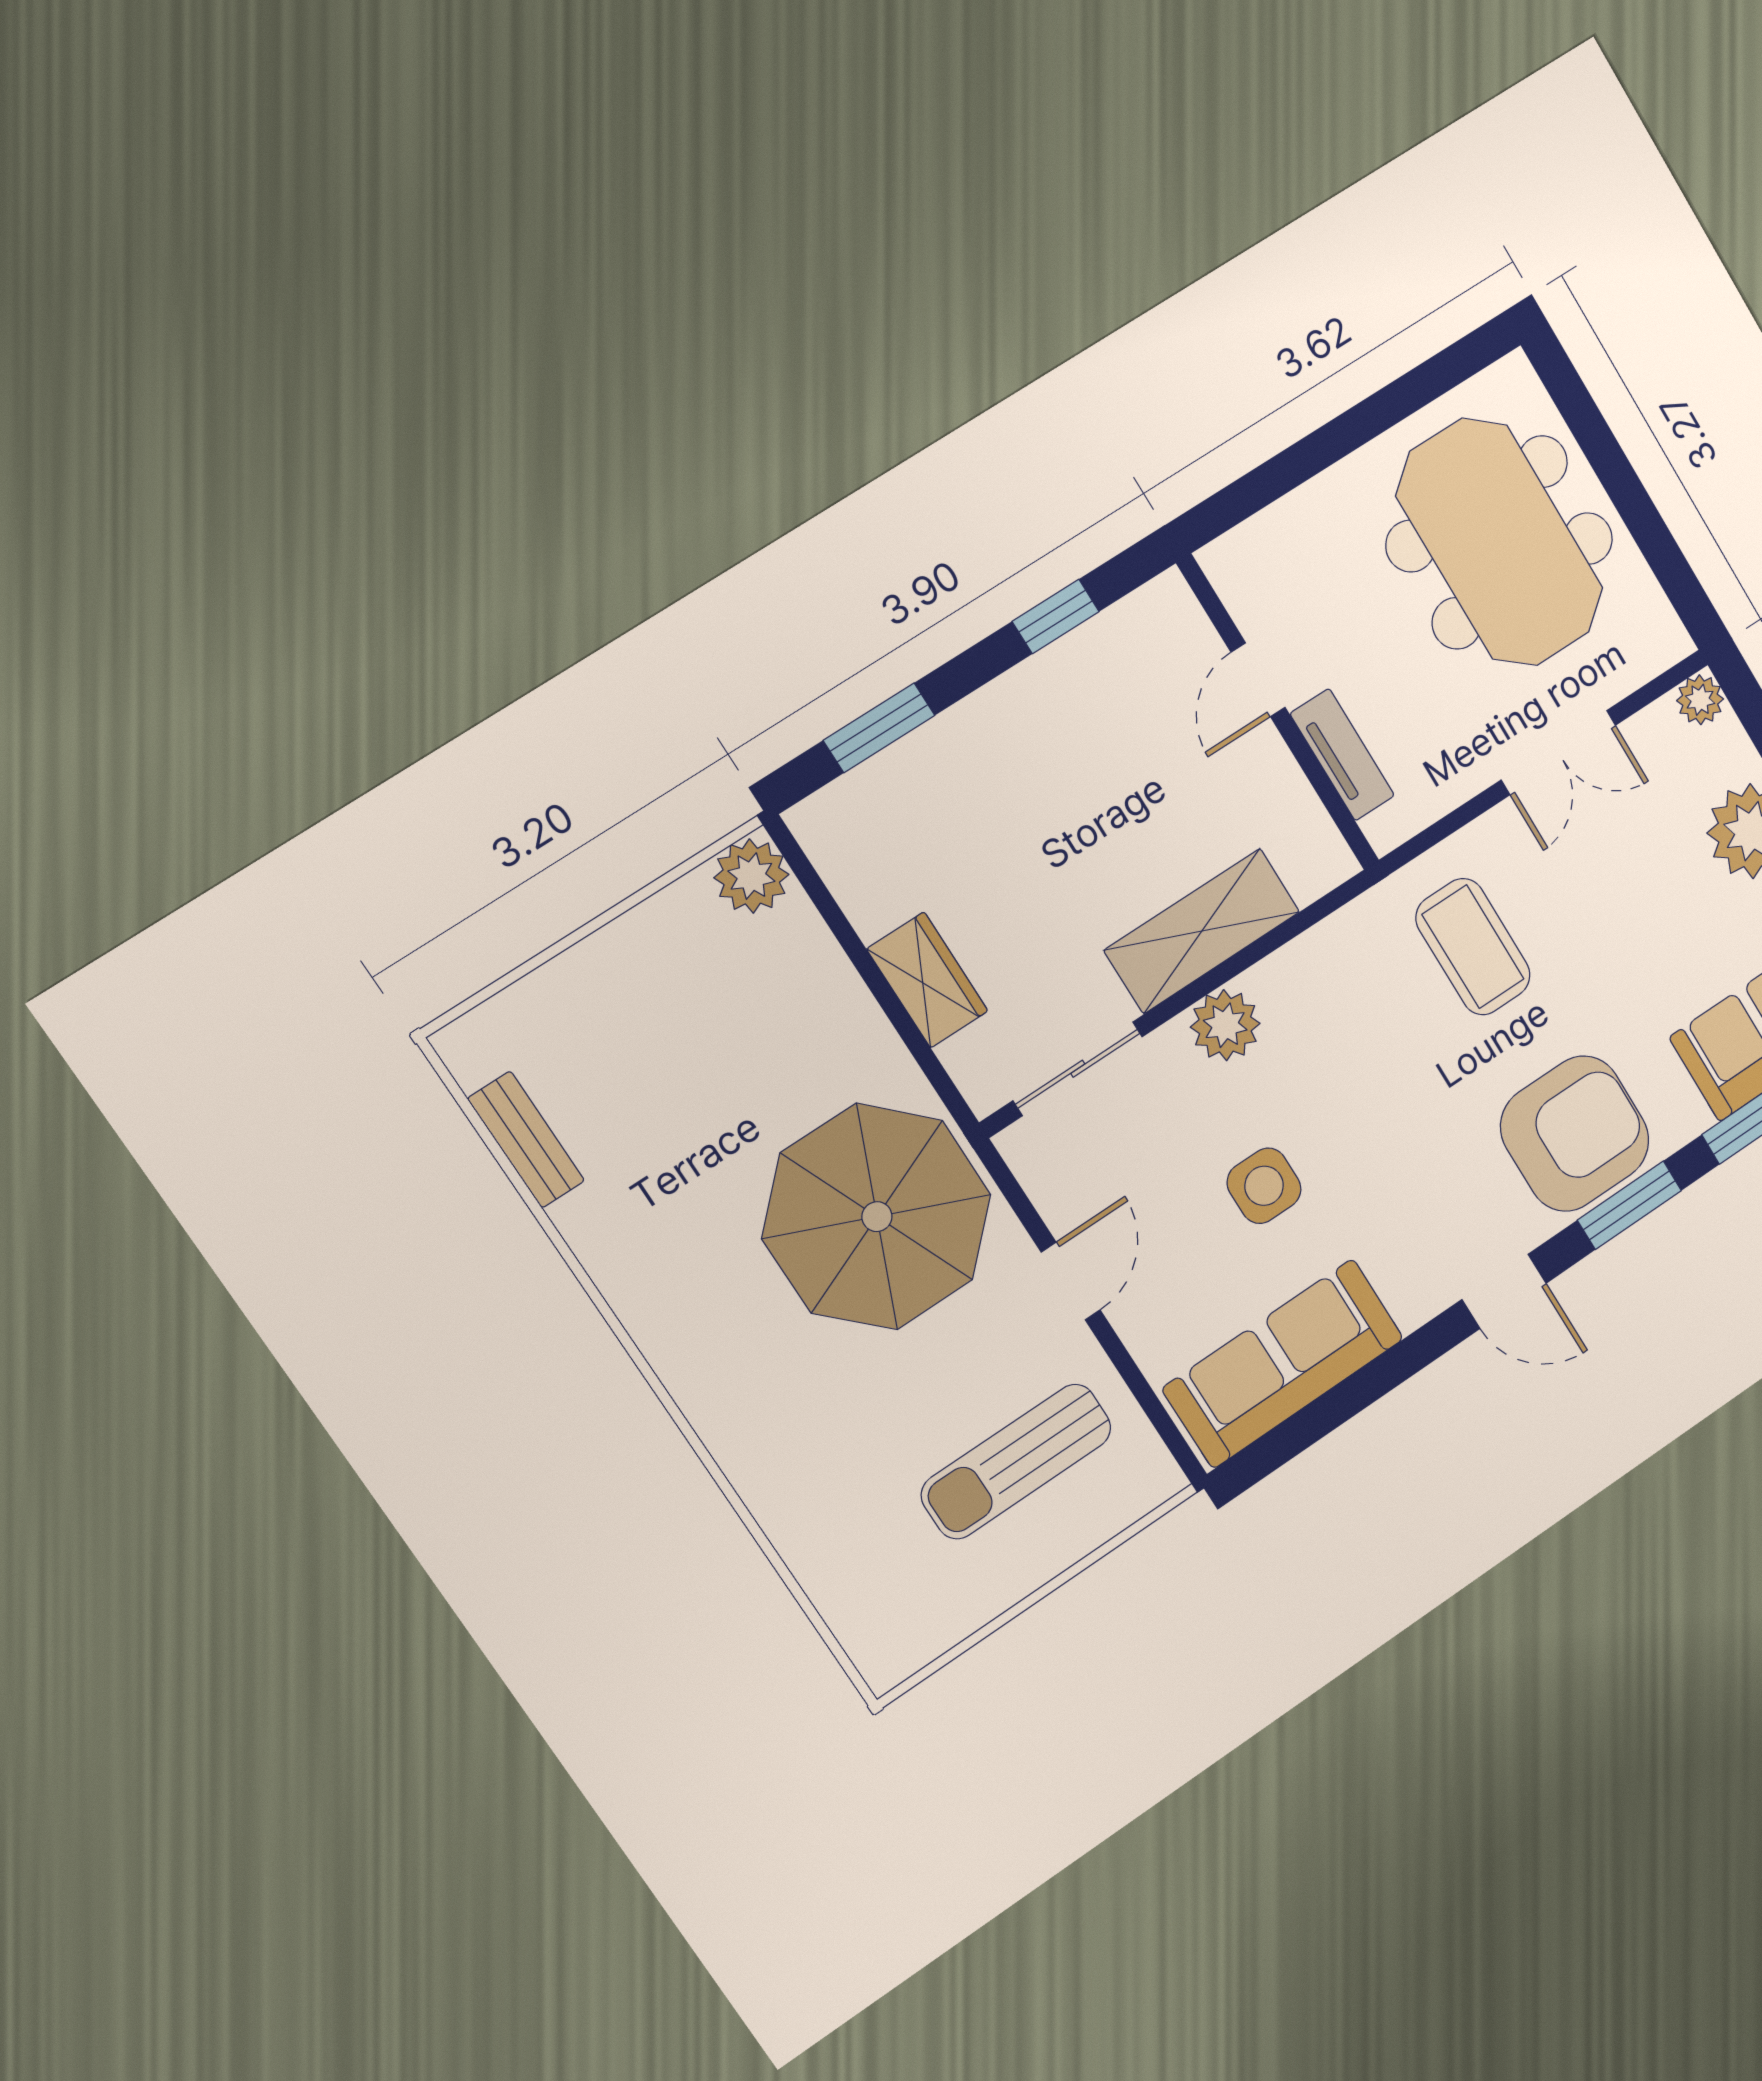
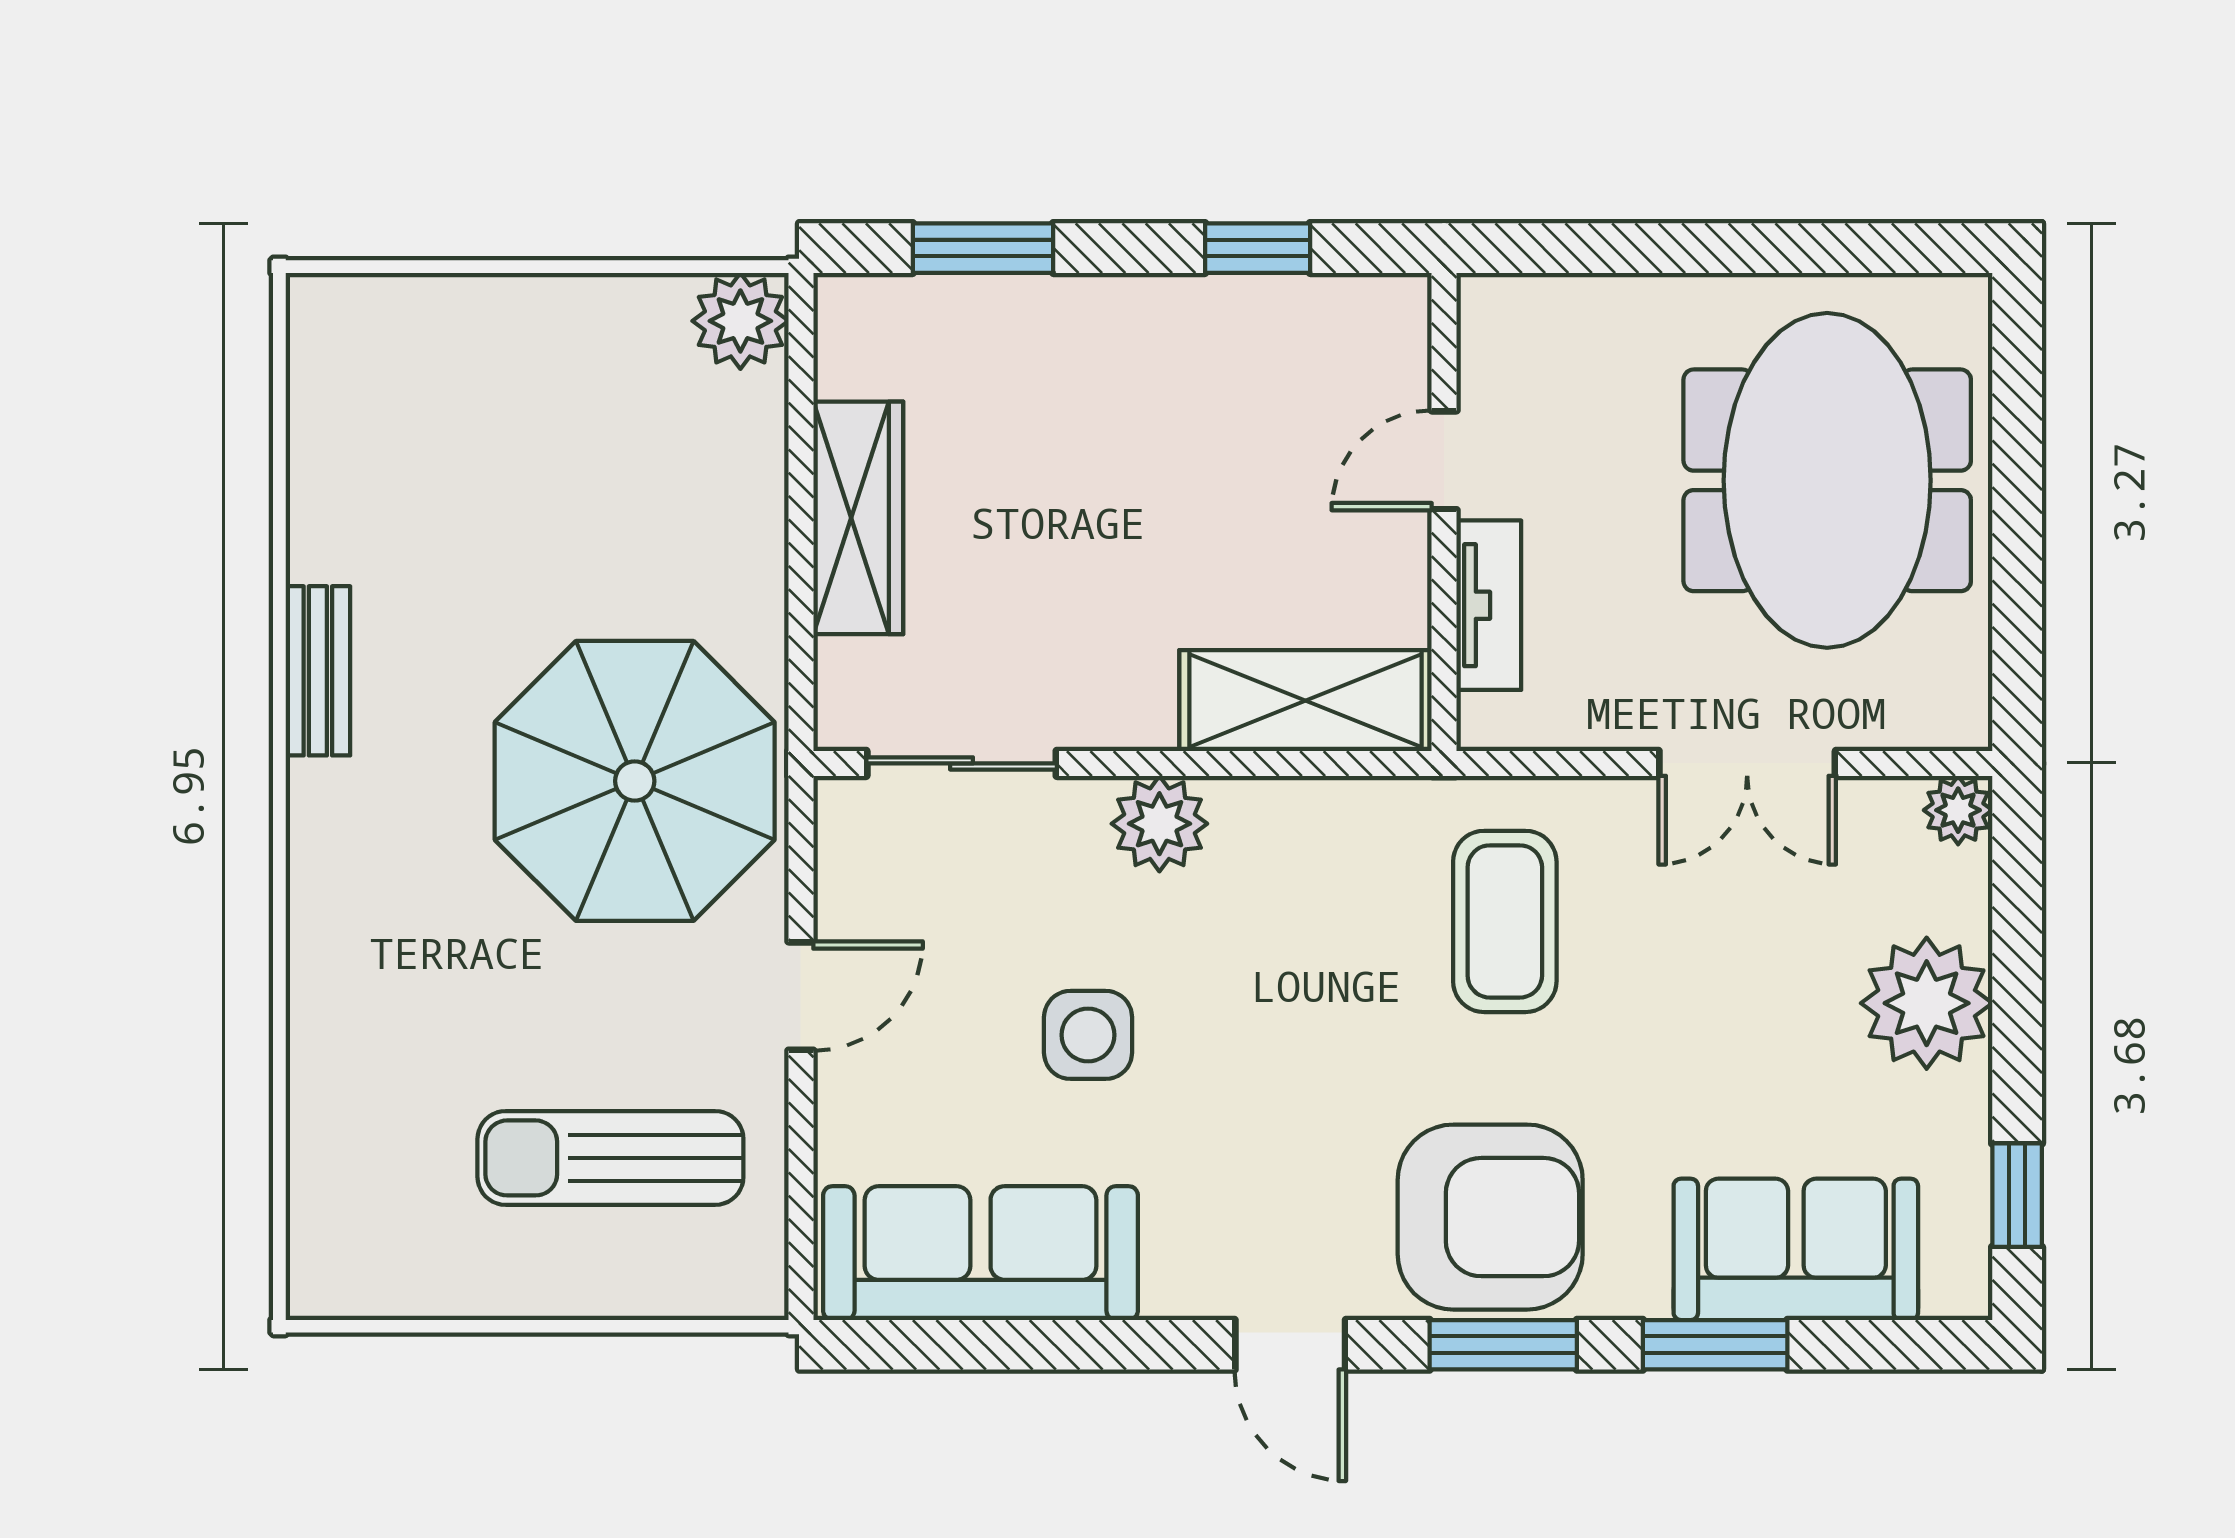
shelving: (1202, 931) -> (1305, 701), moved
wardrobe: (927, 980) -> (858, 518), width x1.50
bench: (526, 1140) -> (318, 671), moved

